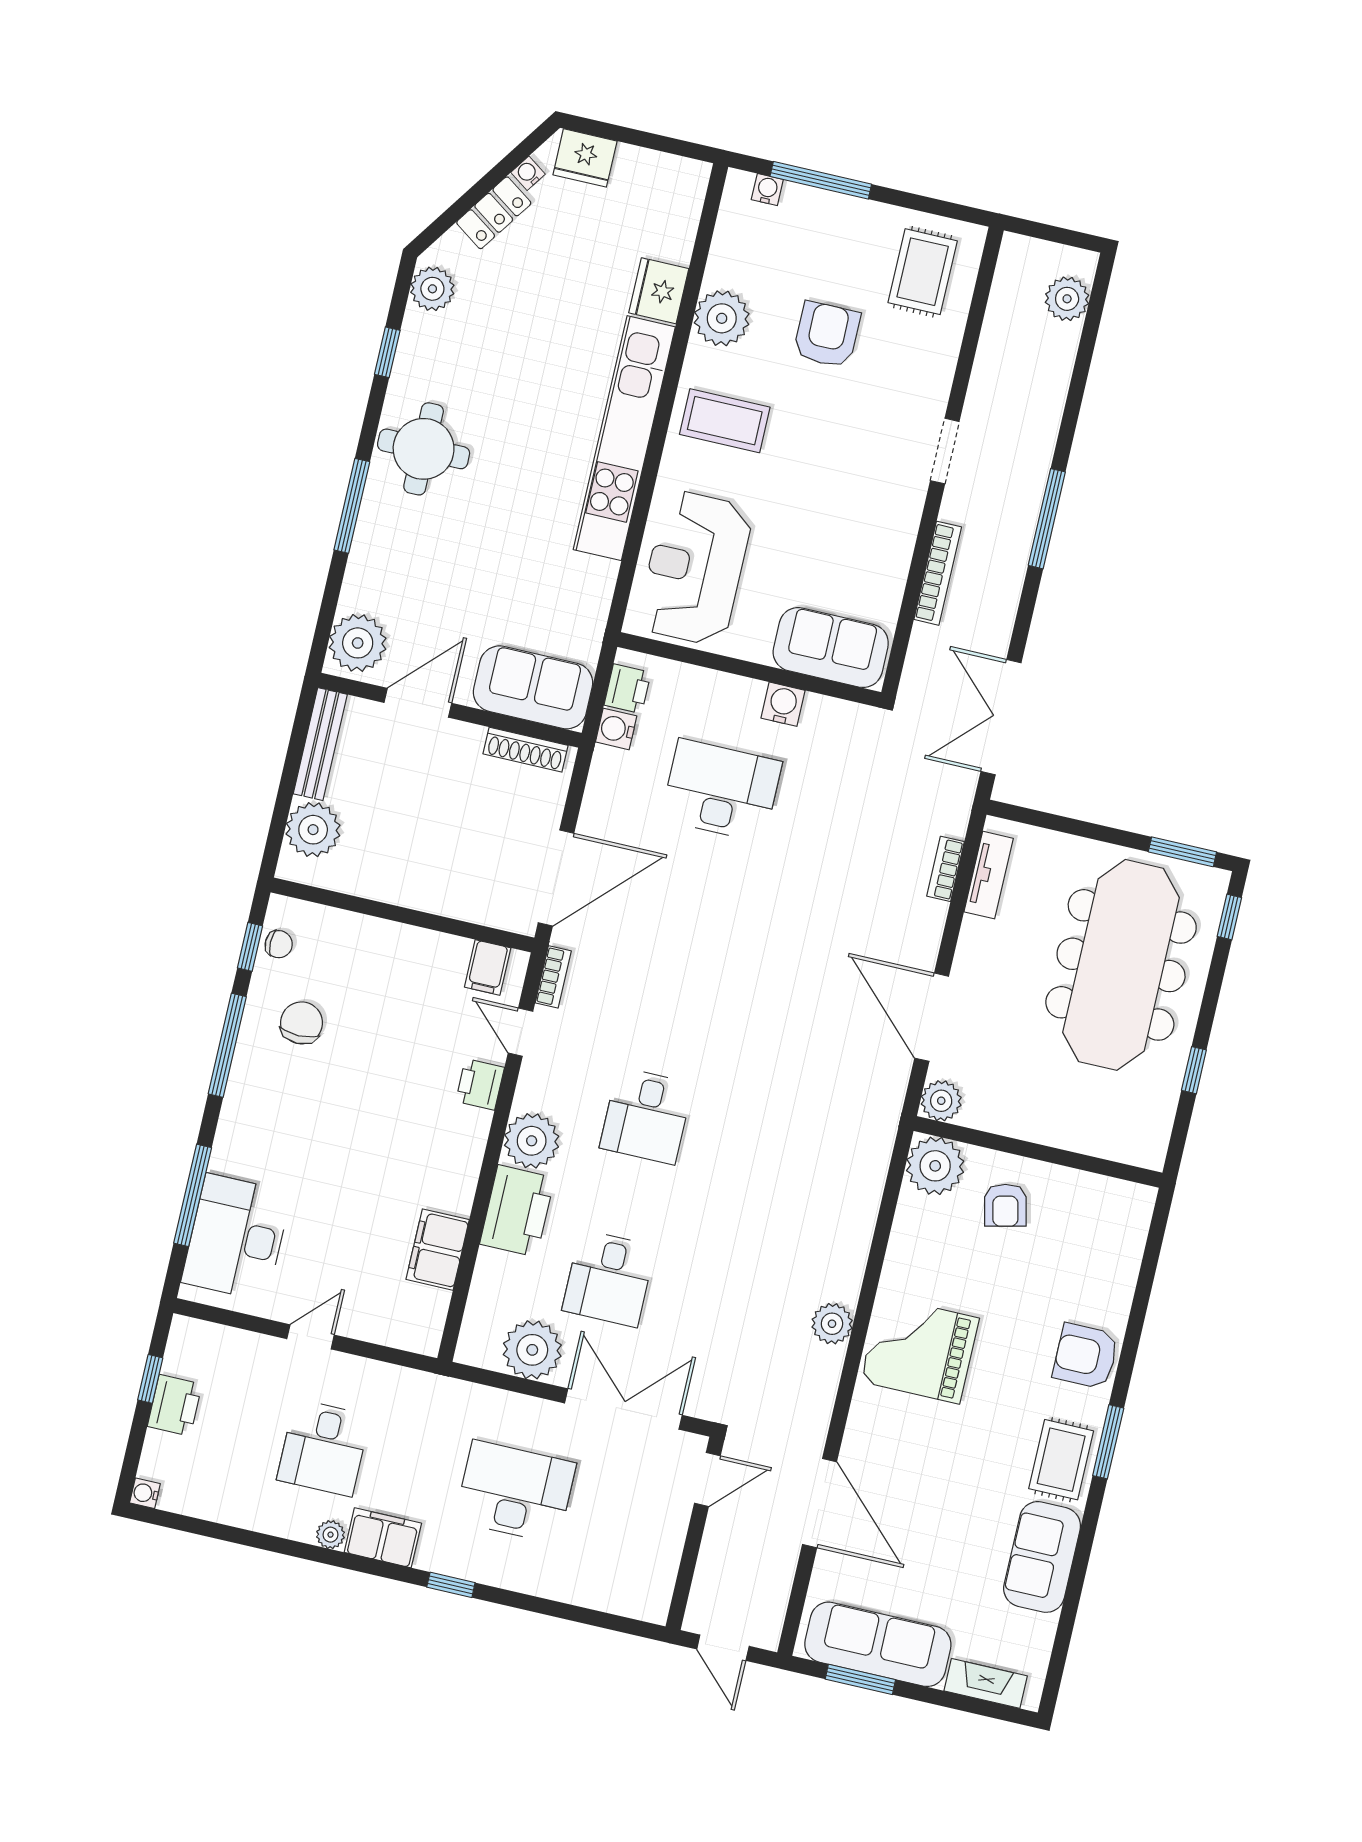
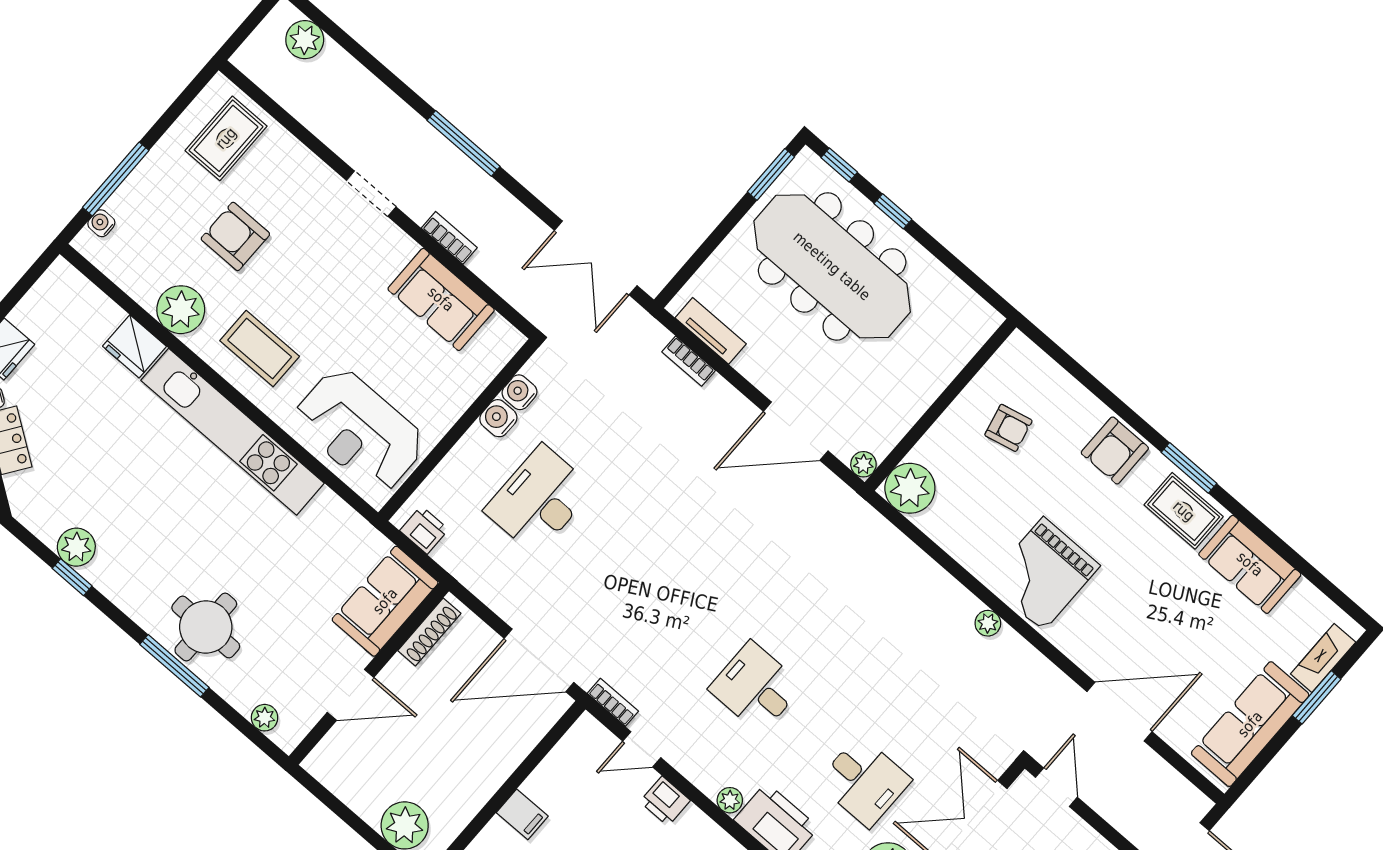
rug: (923, 272) -> (226, 138), turned 90
plant: (432, 289) -> (76, 547), moved
coffee table: (725, 421) -> (260, 349), turned 90
round table: (424, 449) -> (206, 627), moved
bookcase: (938, 573) -> (449, 238), width x0.64
plant: (358, 643) -> (265, 718), width x0.53, depth x0.53
sofa: (831, 648) -> (441, 299), moved, turned -90
door: (418, 703) -> (350, 695), swing flipped
water cooler: (616, 729) -> (519, 392), moved, turned 90
bench: (320, 744) -> (343, 786), removed
door: (556, 878) -> (539, 660), swing flipped
filing cabinet: (488, 967) -> (522, 814), moved
window: (1194, 1070) -> (893, 211), moved
plant: (941, 1101) -> (863, 464), width x0.73, depth x0.73
desk: (646, 1116) -> (756, 687), turned 180
plant: (532, 1141) -> (730, 800), width x0.53, depth x0.53
armchair: (1005, 1205) -> (1008, 428), moved
plant: (832, 1324) -> (988, 623), width x0.73, depth x0.73
window: (860, 1679) -> (1317, 697), moved

